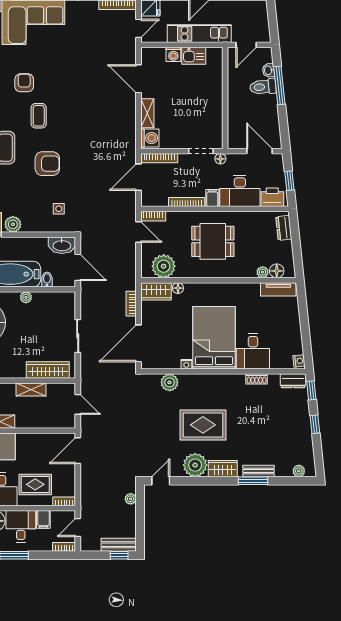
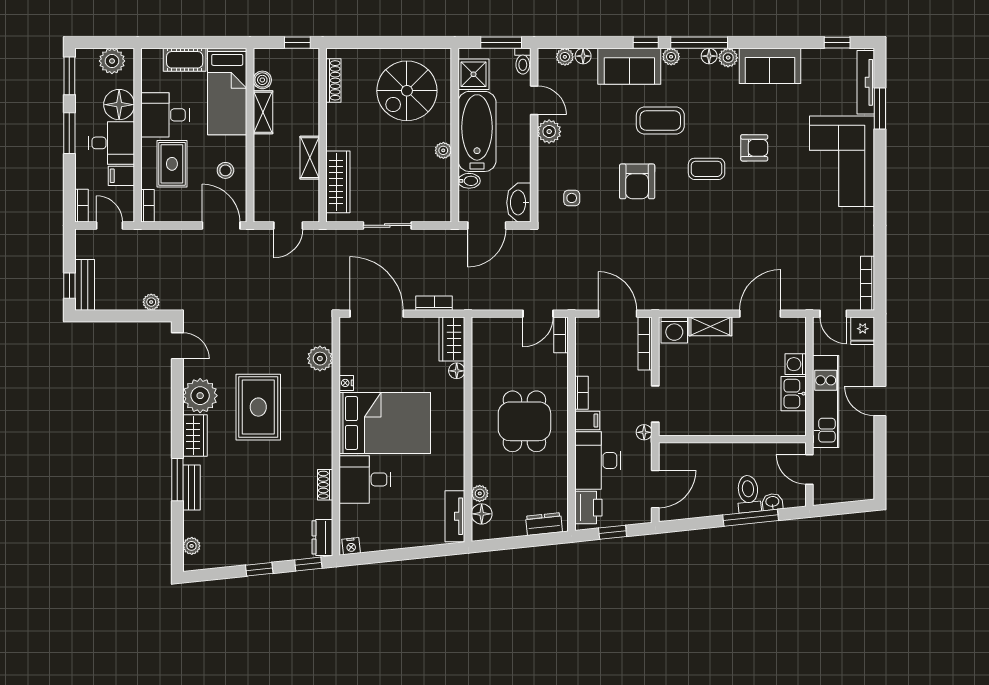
bookcase: (187, 202) -> (581, 393), width x0.64
plant: (164, 266) -> (488, 350), removed
stool: (40, 448) -> (225, 170), added

